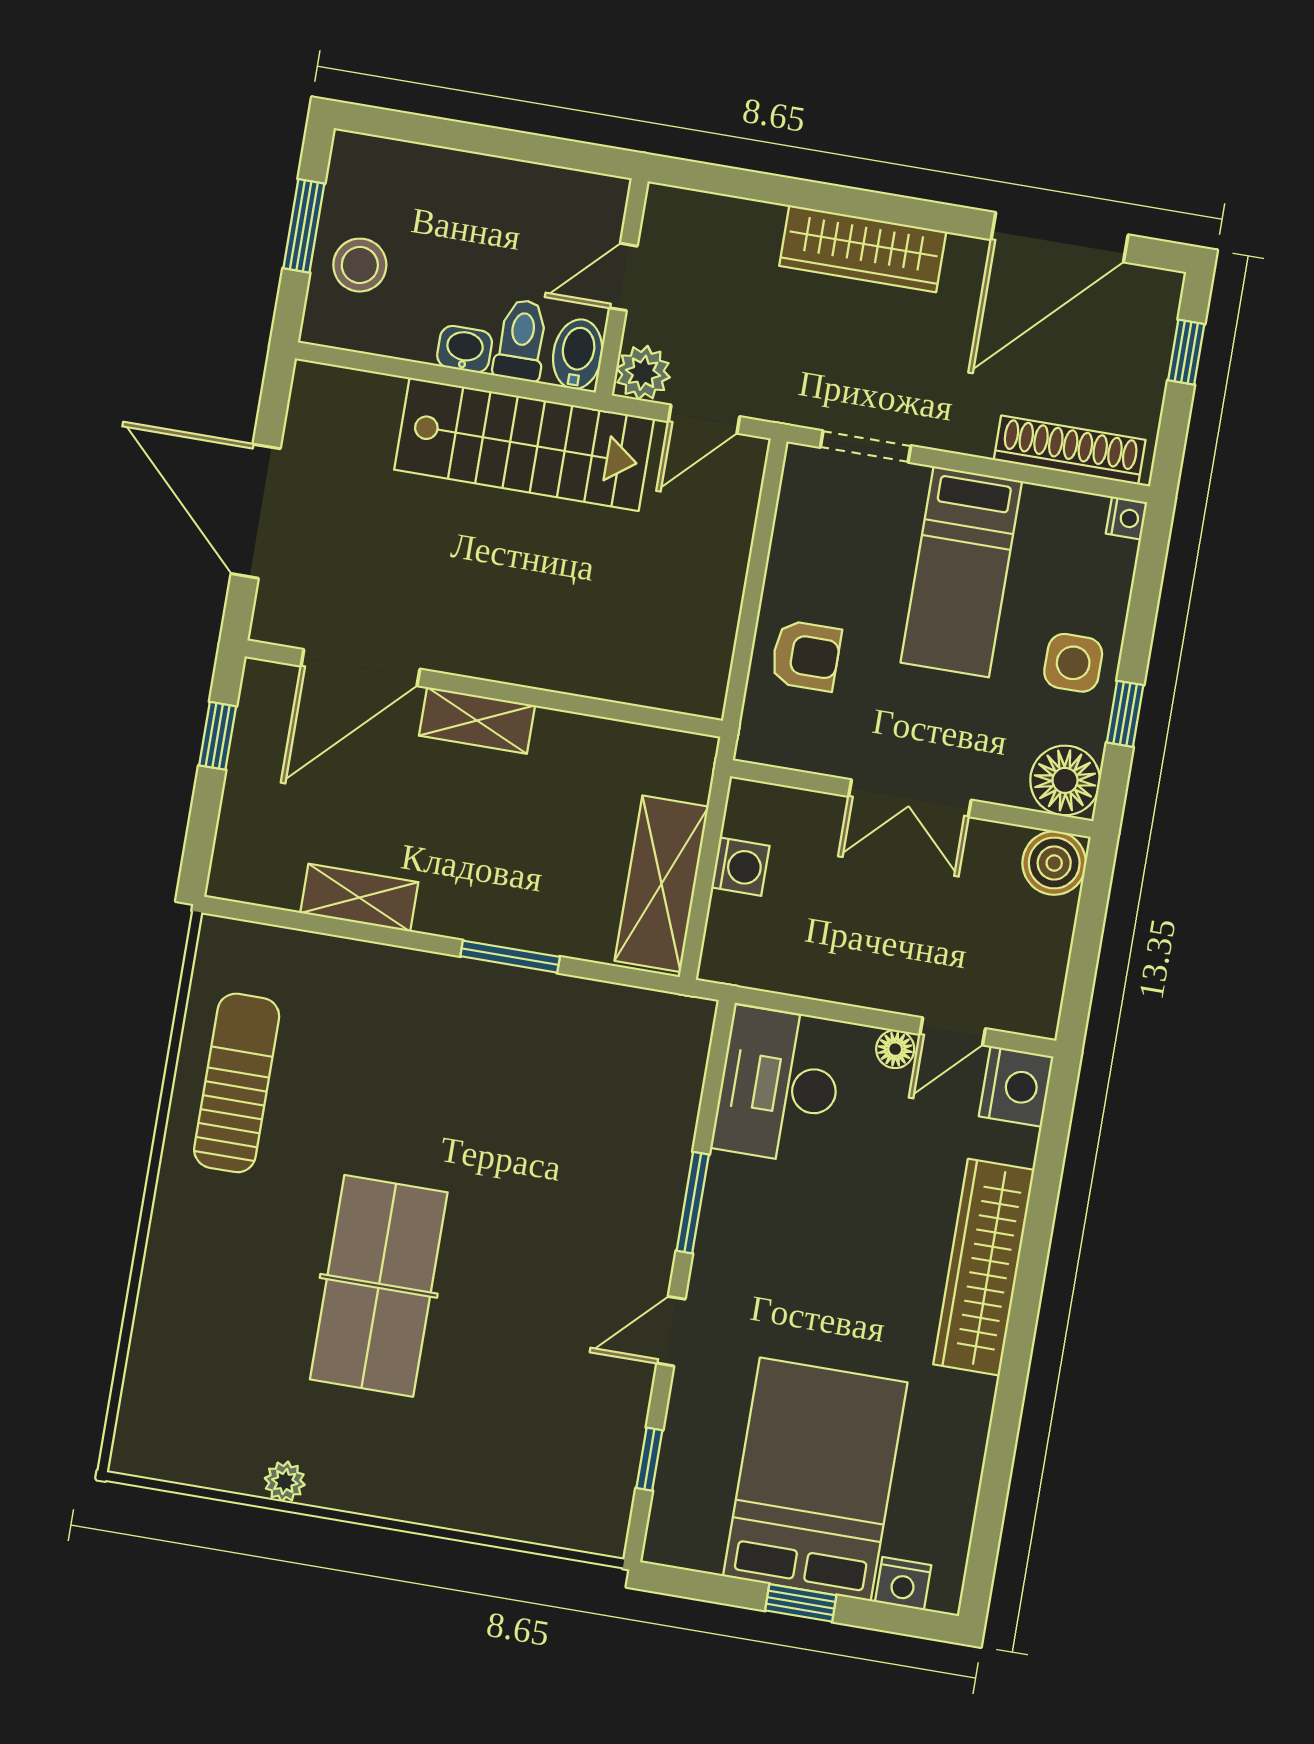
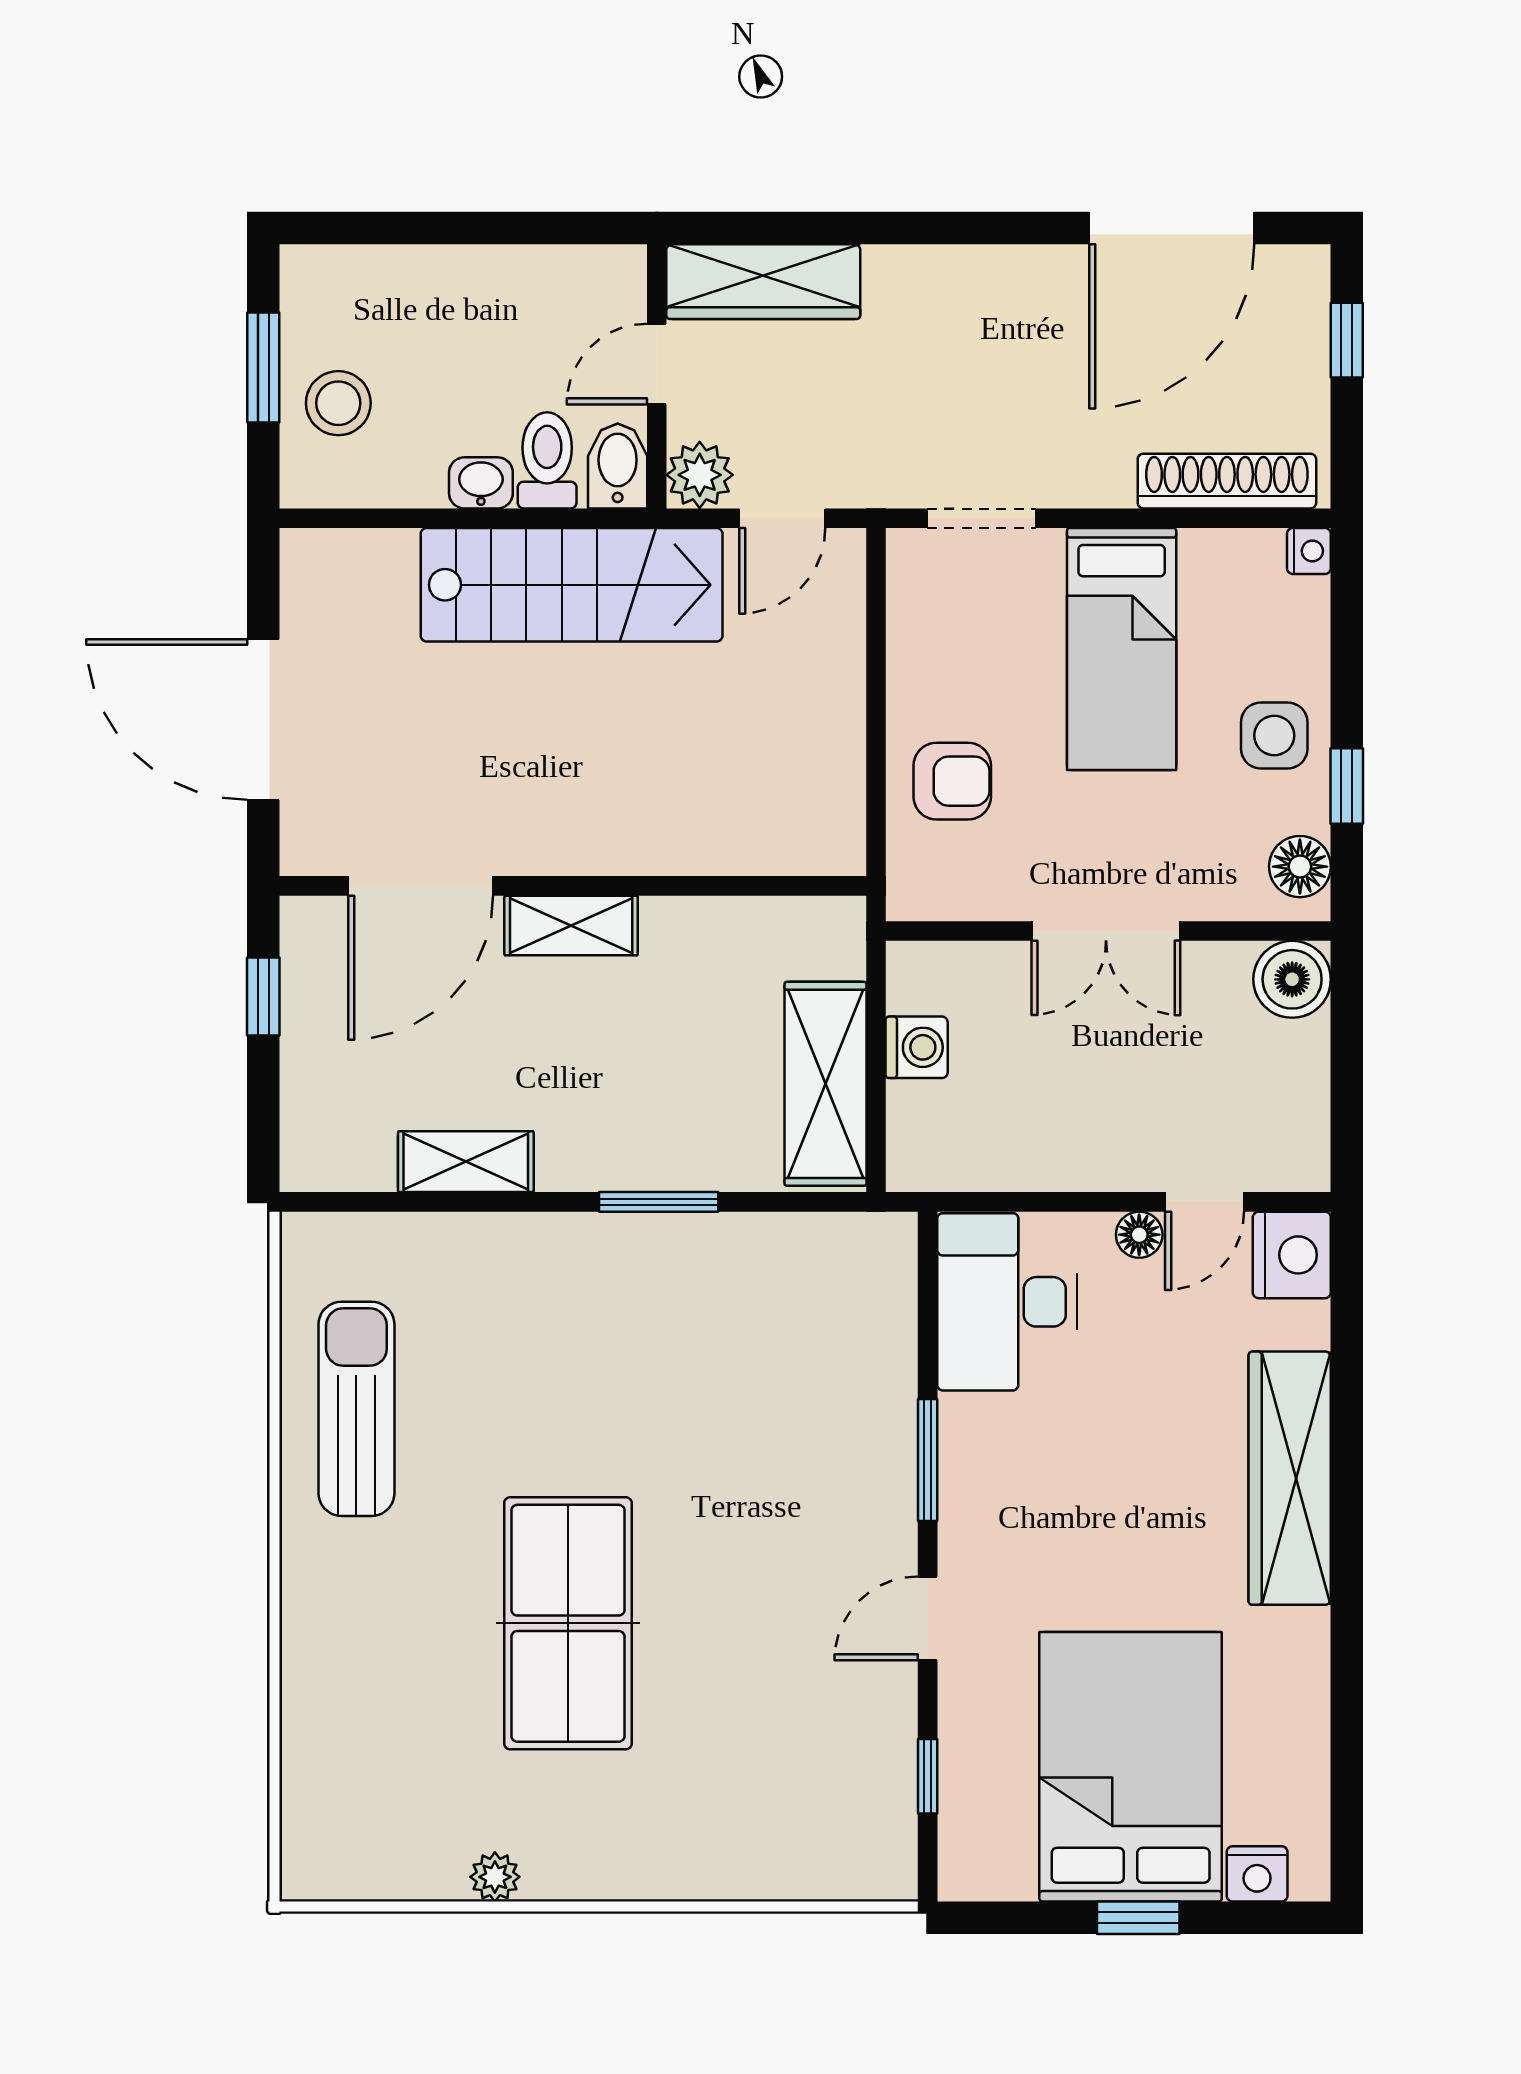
wardrobe: (863, 249) -> (763, 282), moved
floor lamp: (1065, 780) -> (1300, 867), width x0.73, depth x0.73

